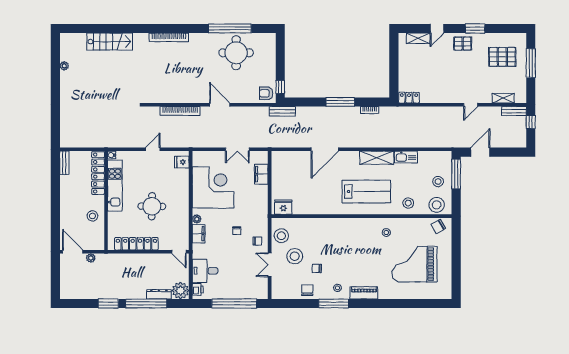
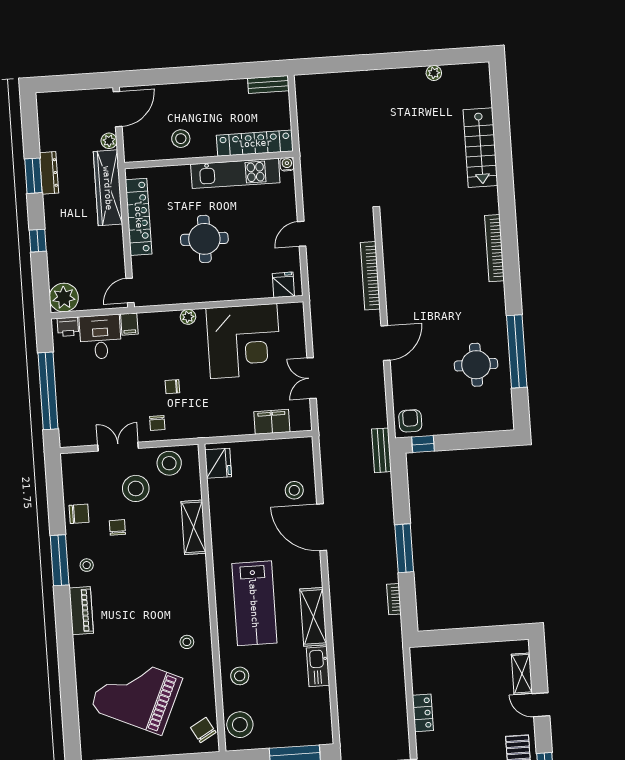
round table: (236, 53) -> (476, 365), width x0.73, depth x0.73
locker: (409, 98) -> (423, 713), moved
door: (153, 149) -> (302, 234), swing flipped
stool: (438, 182) -> (294, 490), moved
shelving: (320, 224) -> (194, 527), added
filing cabinet: (199, 234) -> (129, 324), moved, width x0.50
wardrobe: (118, 260) -> (108, 188), added
grand piano: (414, 264) -> (136, 694), turned -66
dresser: (159, 294) -> (49, 173), moved
window: (146, 303) -> (38, 241), width x0.32

